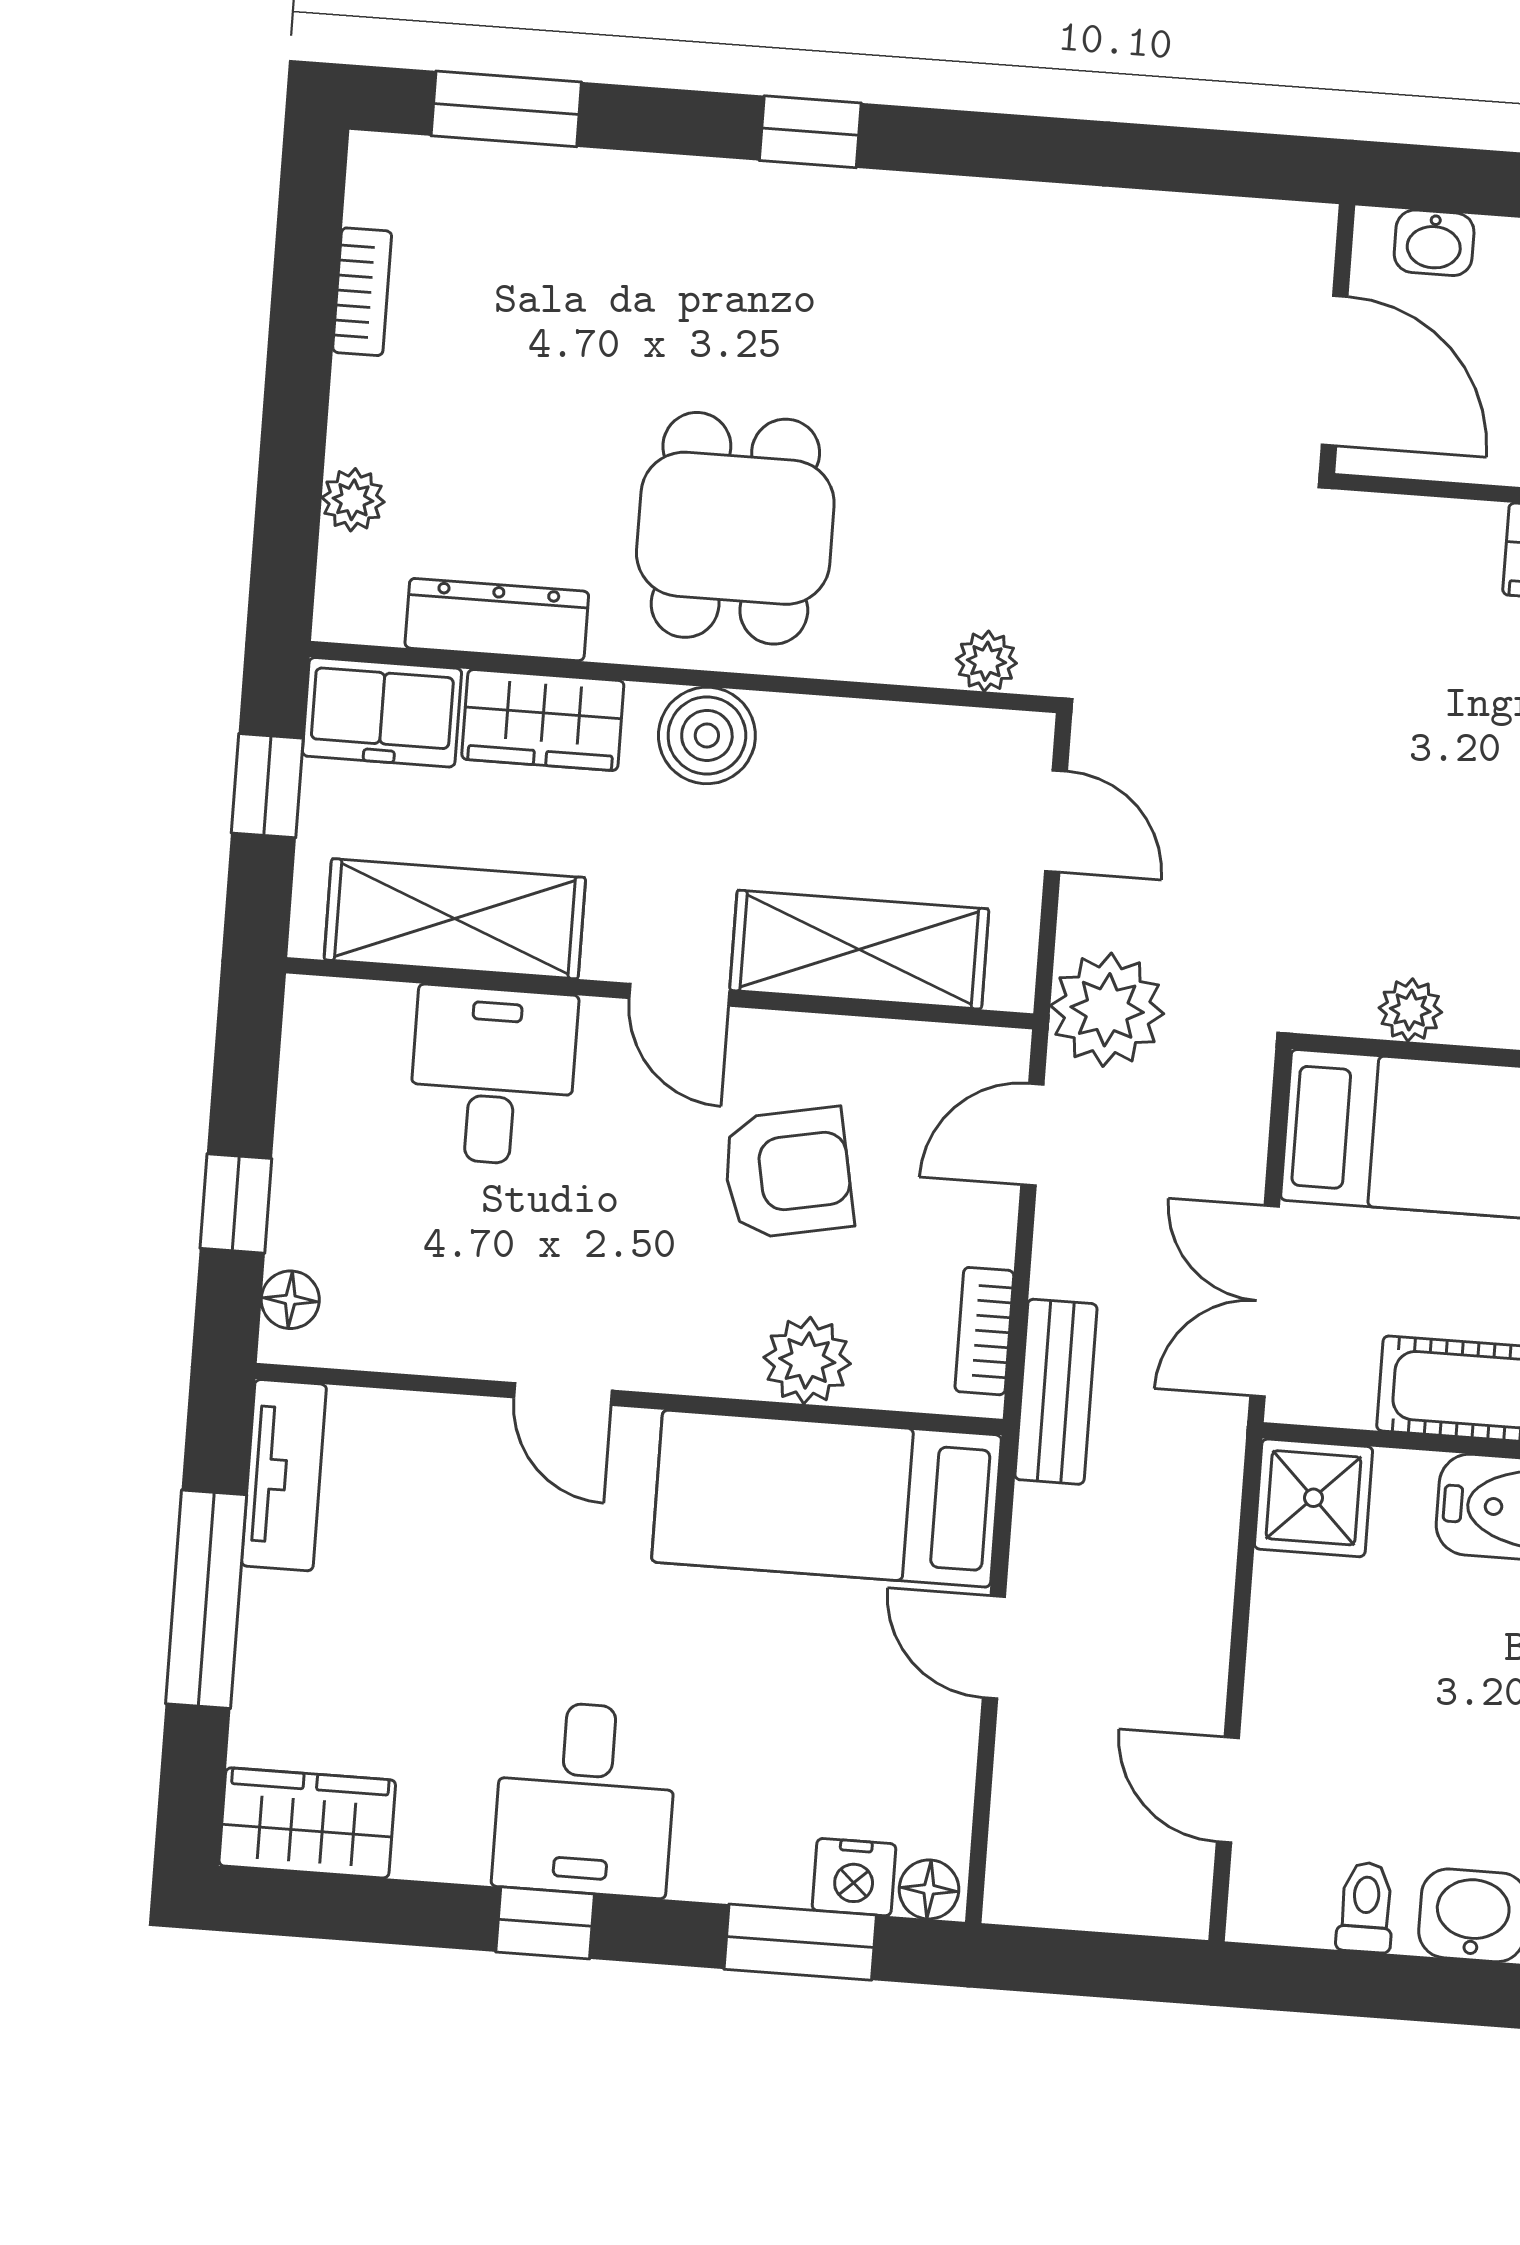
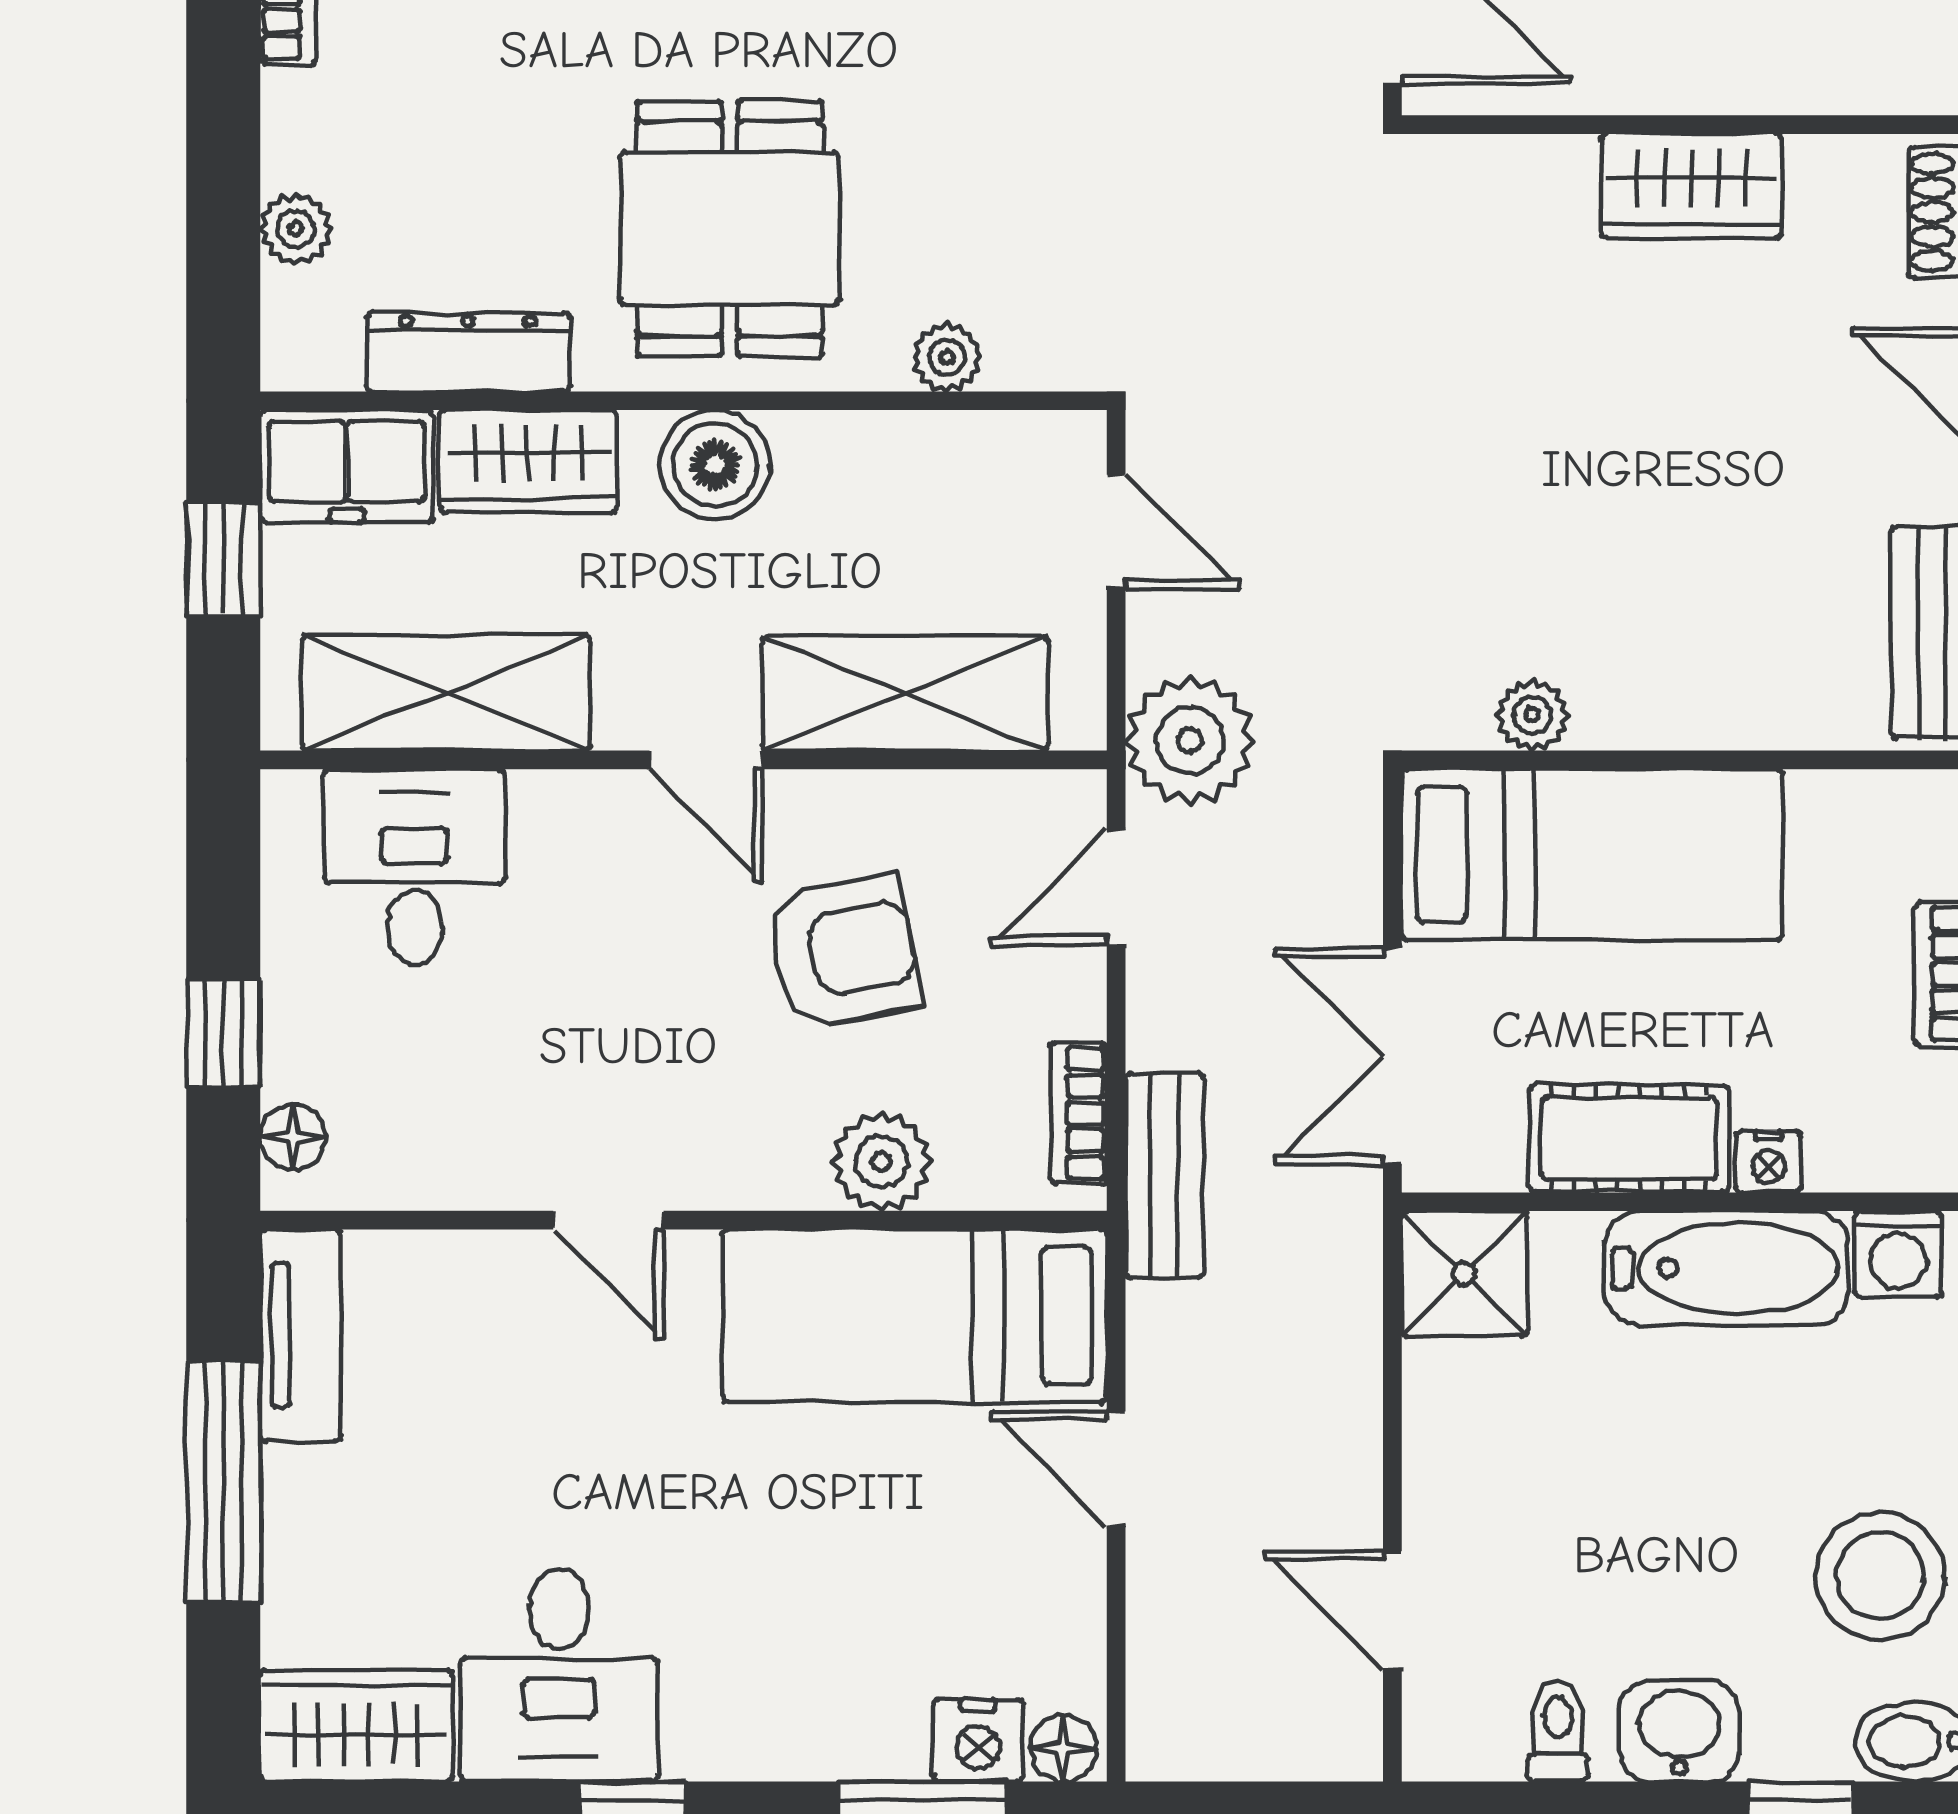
plant: (986, 661) -> (947, 357), moved
desk: (493, 1076) -> (414, 867), moved
desk: (585, 1799) -> (559, 1675), moved

